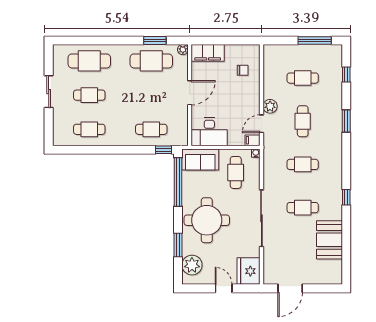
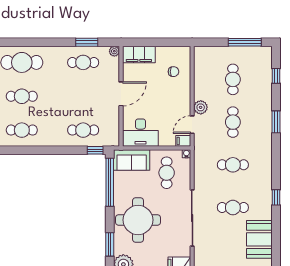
cafe table: (151, 61) -> (83, 62), width x0.73, depth x0.74
cafe table: (303, 78) -> (233, 79), turned 90

